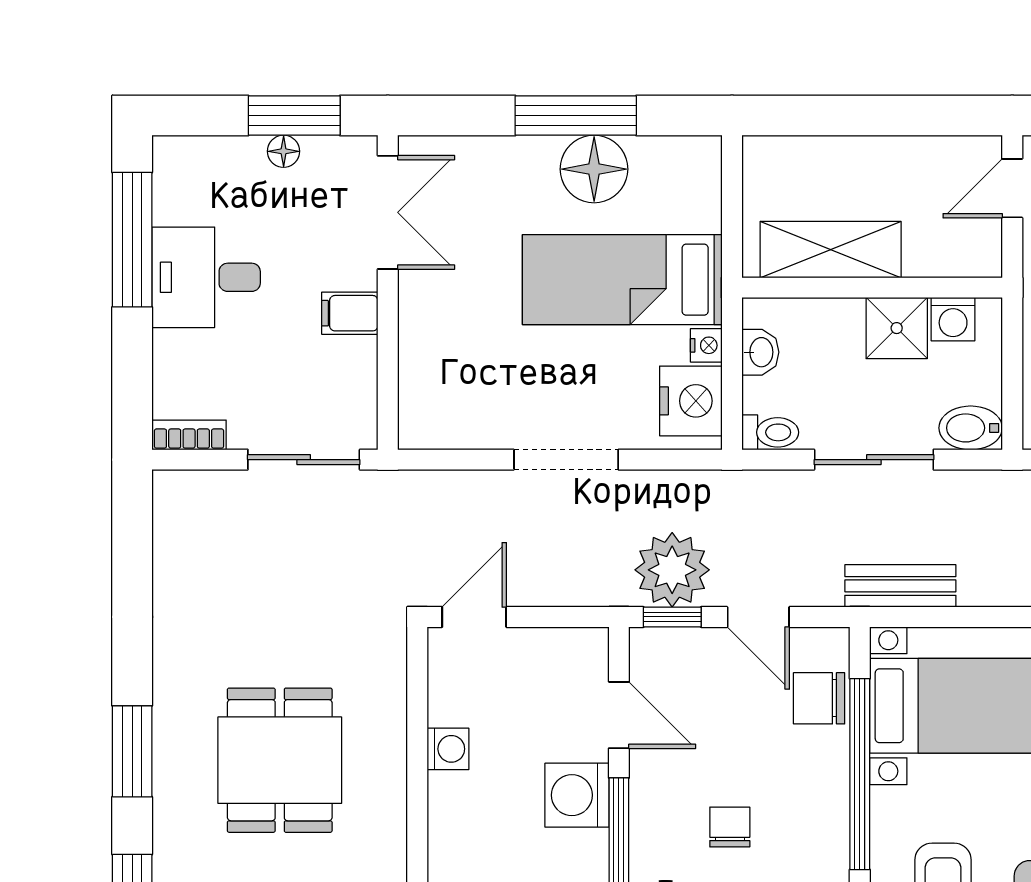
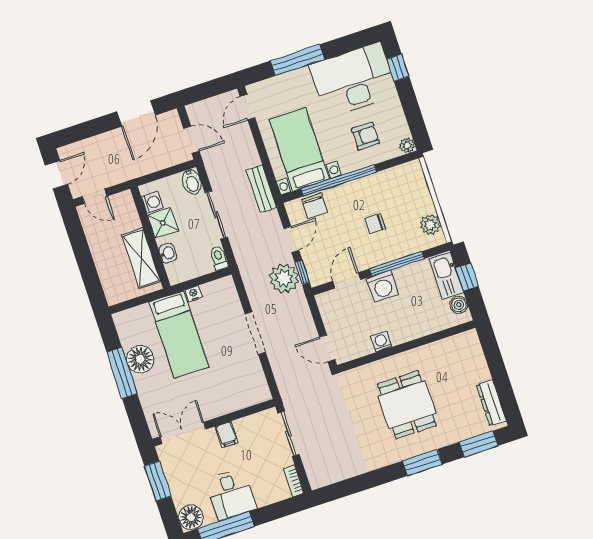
floor lamp: (284, 151) -> (191, 517), moved, width x1.89, depth x1.89
washbasin: (760, 352) -> (168, 253), moved, turned 90
nightstand: (691, 401) -> (217, 293), removed
dining table: (280, 760) -> (407, 405), turned 90

